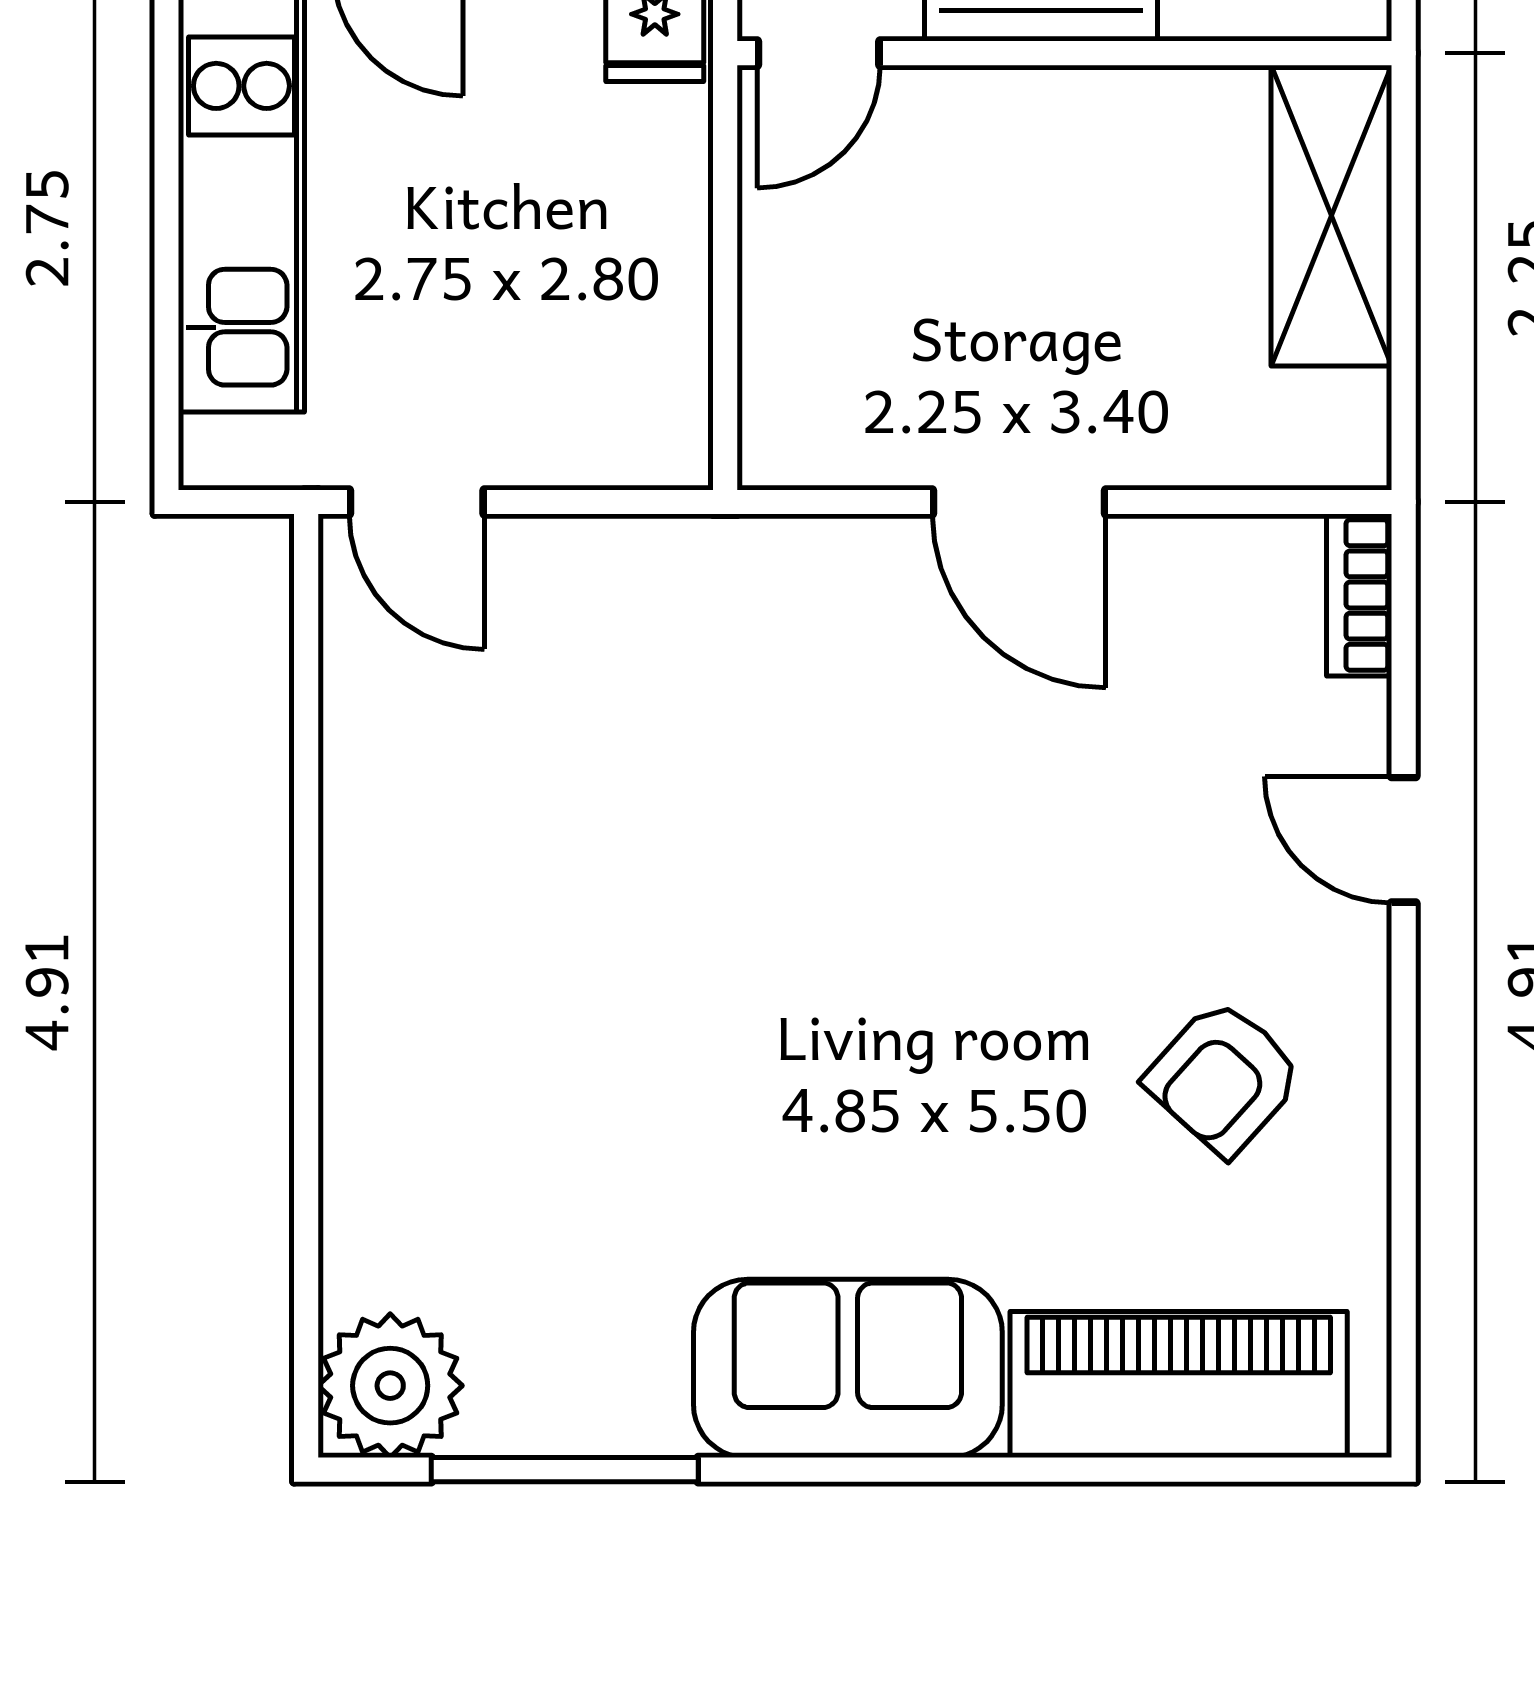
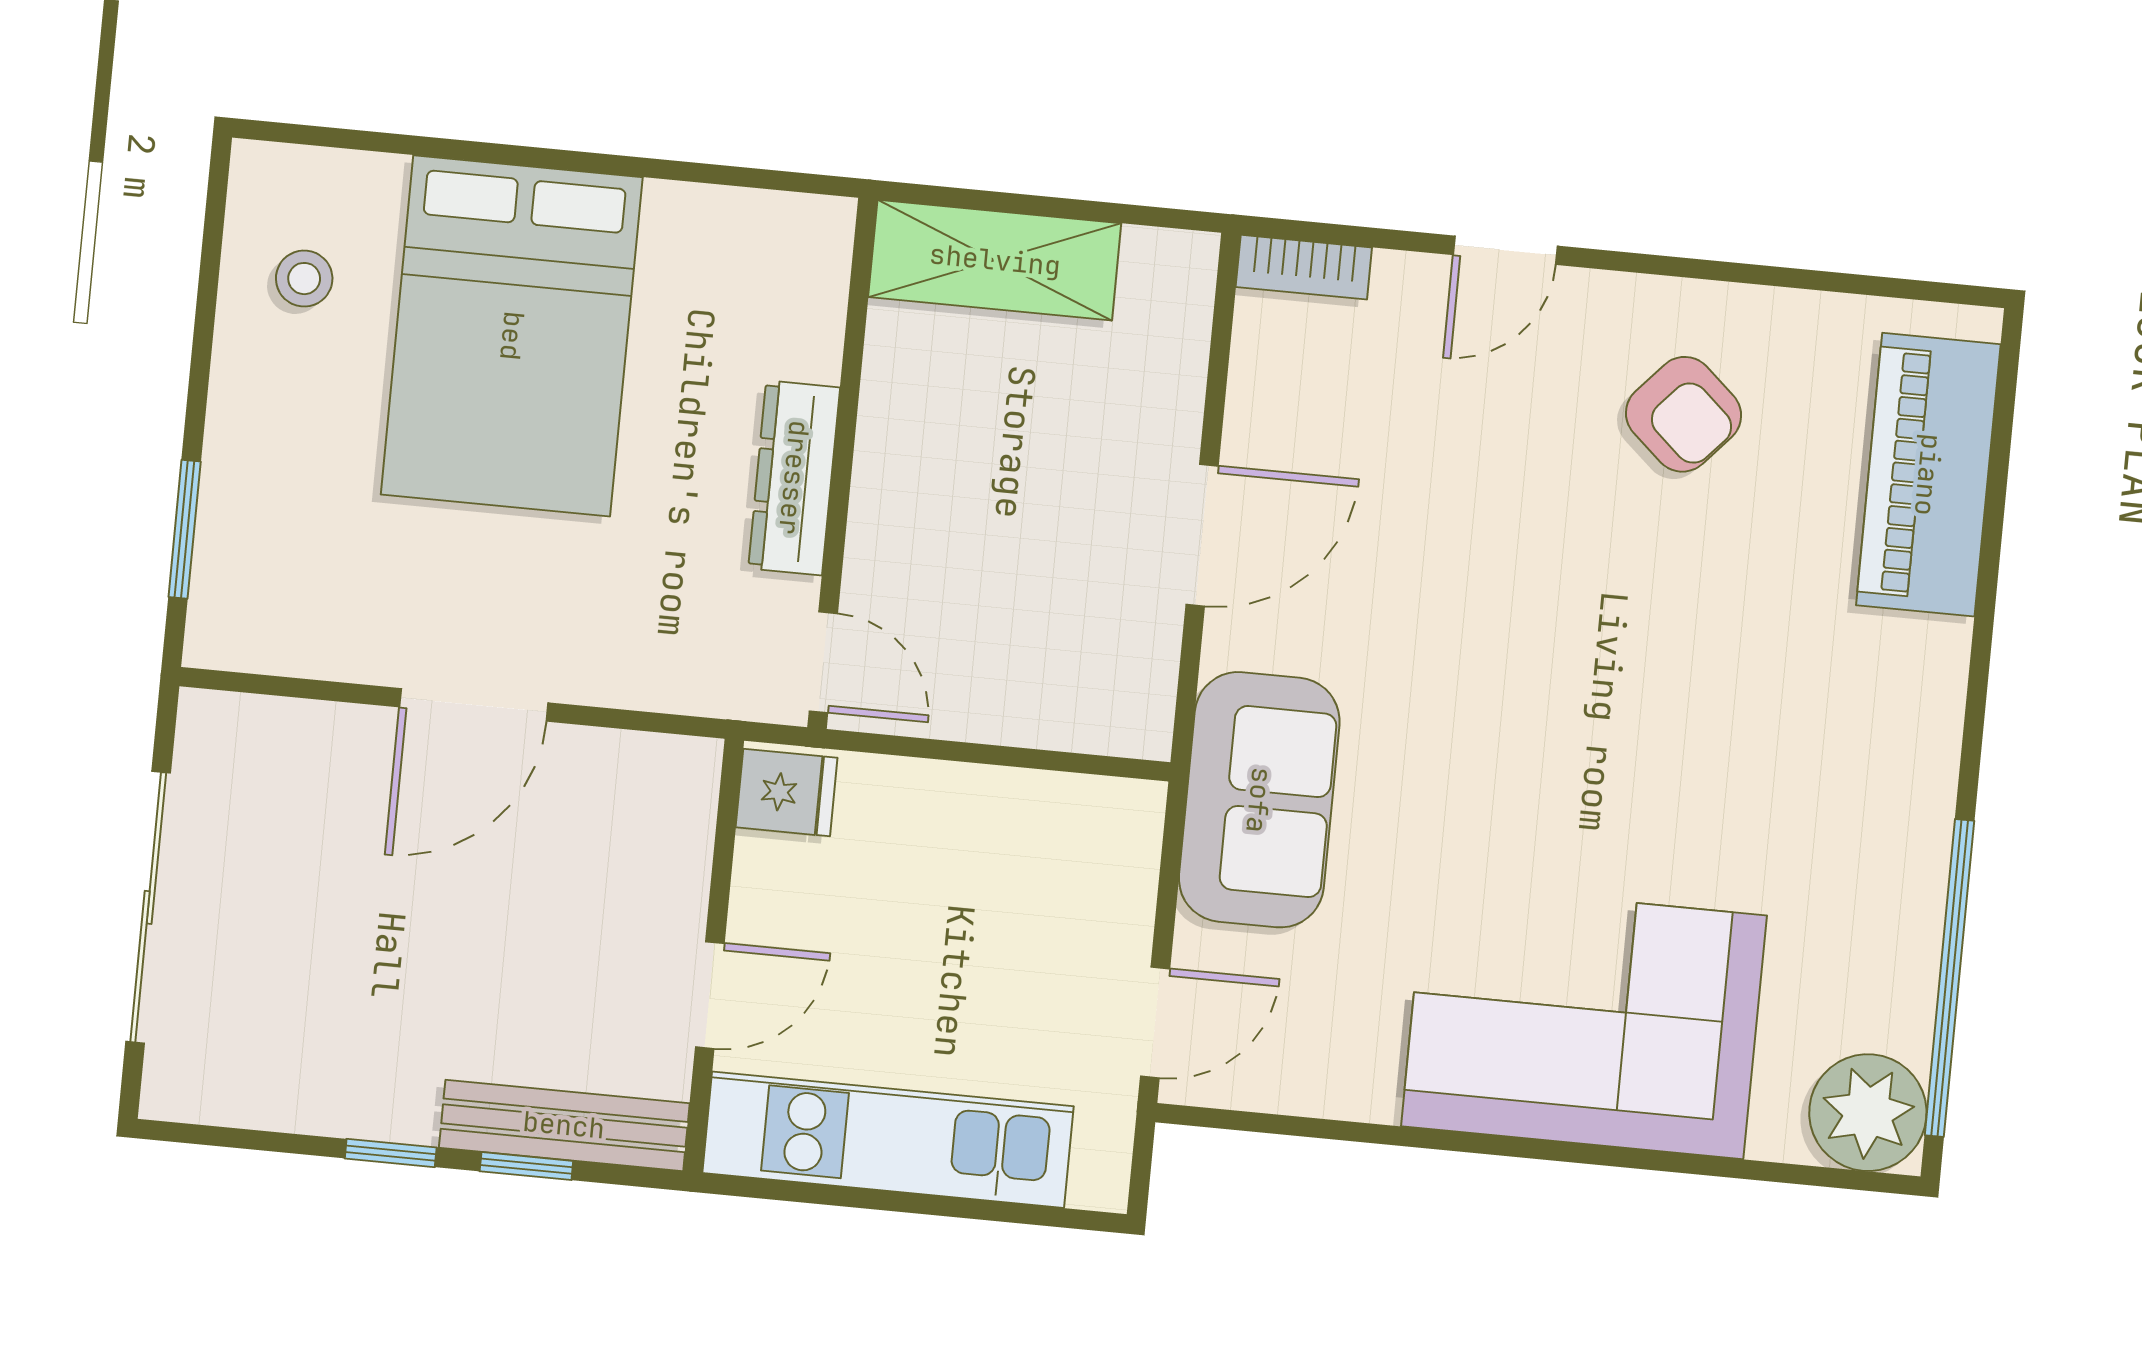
corner sofa: (469, 1027) -> (1584, 1021), added
sofa: (848, 1368) -> (1259, 800), moved, turned 180
window: (565, 1470) -> (1949, 978), width x1.46

